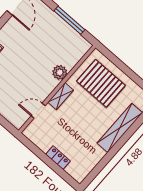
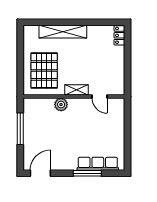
locker: (58, 158) -> (119, 35), moved

